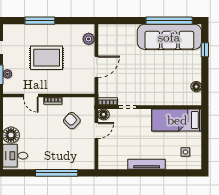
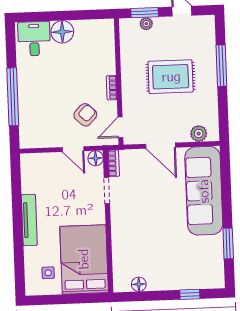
window: (169, 21) -> (228, 243), width x0.47
sofa: (169, 37) -> (204, 191), moved
rug: (47, 58) -> (171, 77), turned 90
door: (31, 95) -> (120, 127), moved
bed: (177, 120) -> (84, 259), width x1.50

